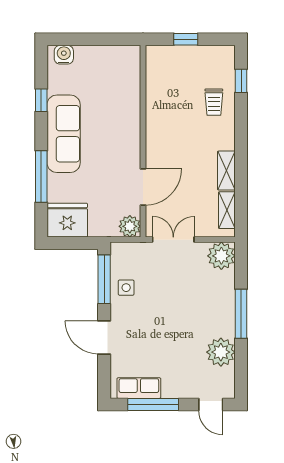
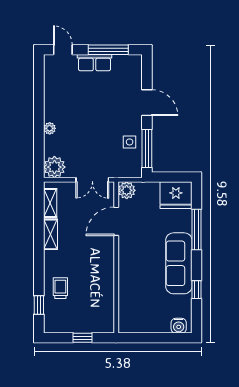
window: (241, 314) -> (39, 121), removed
plant: (221, 352) -> (50, 128), moved, width x0.53, depth x0.53
row of seats: (139, 388) -> (95, 63), moved

